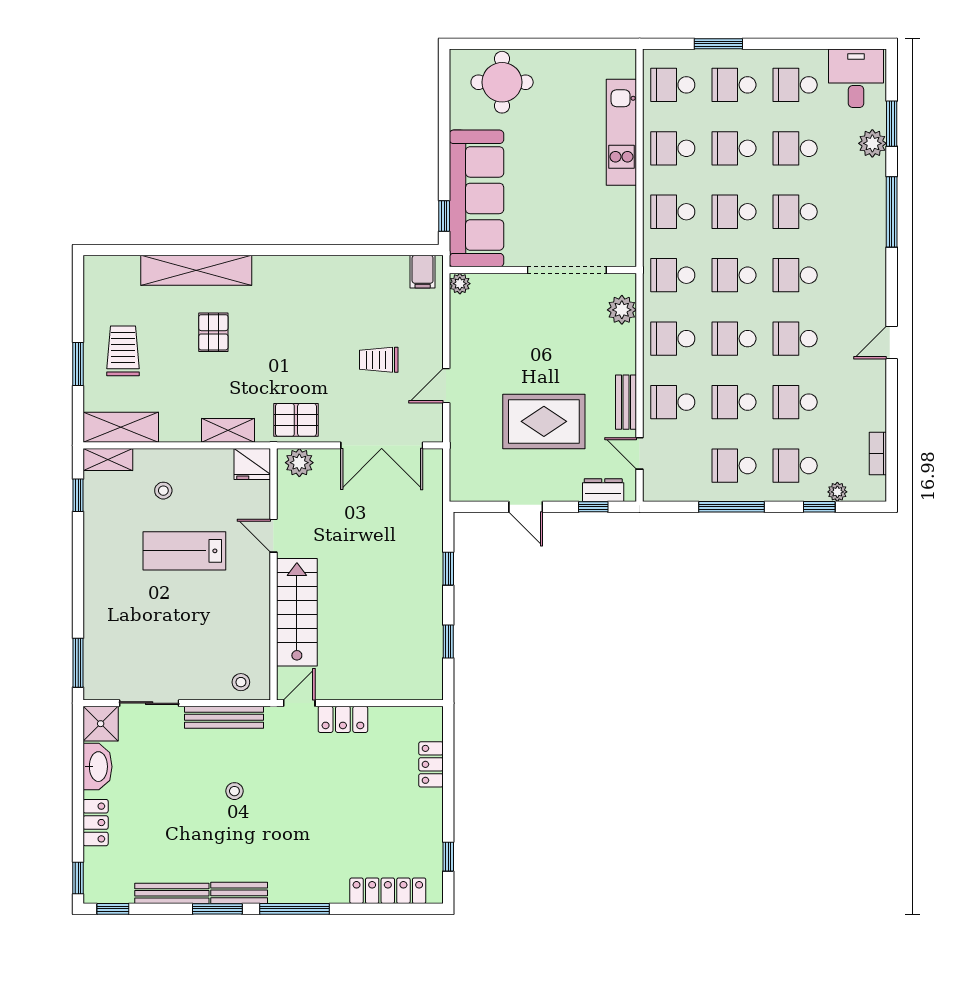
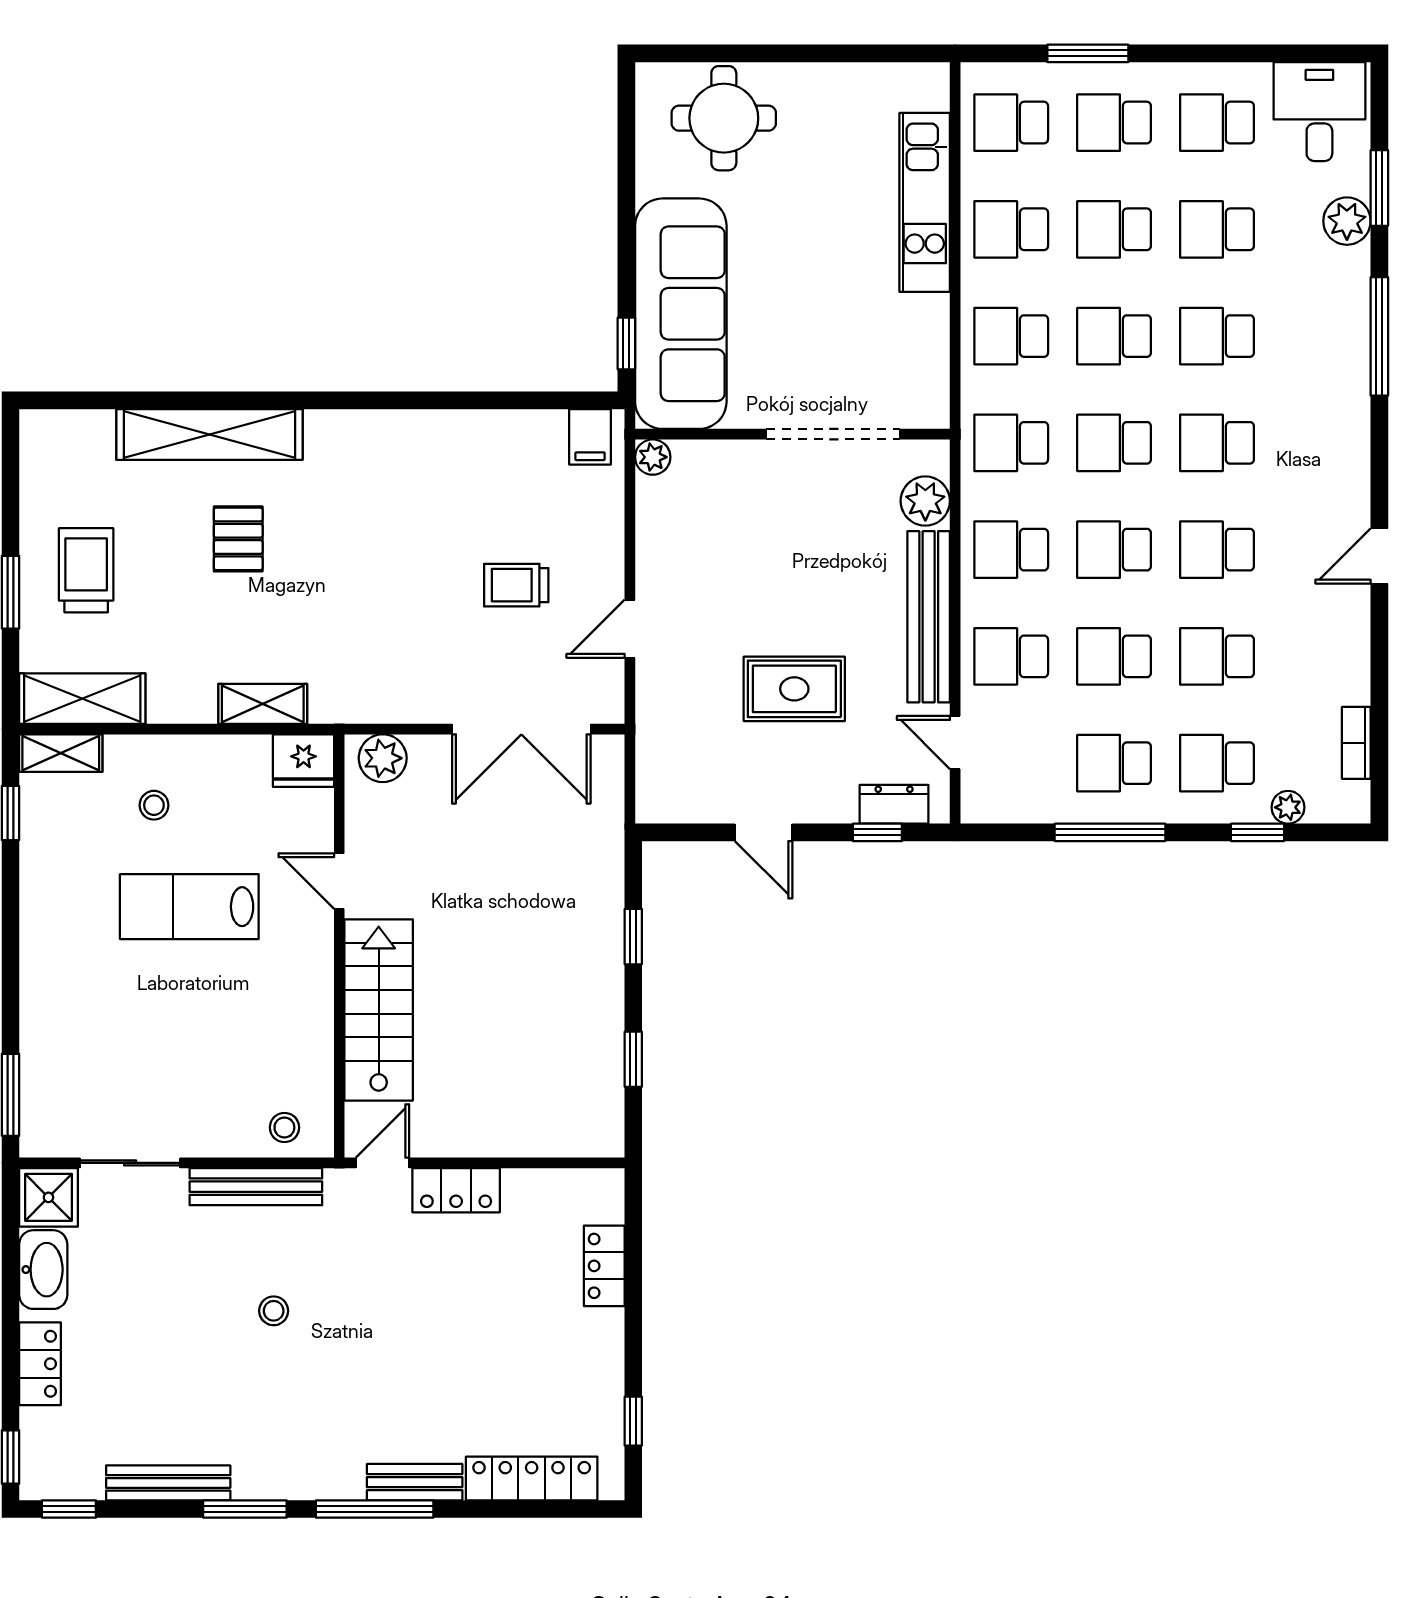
bench: (626, 402) -> (929, 617), width x1.86, depth x1.21
pallet: (296, 420) -> (377, 686), removed
rug: (544, 421) -> (794, 689), width x0.73, depth x0.70
bench: (239, 893) -> (415, 1482), moved

